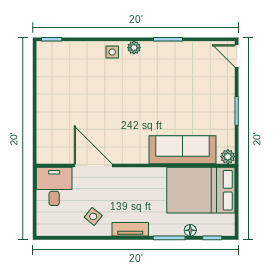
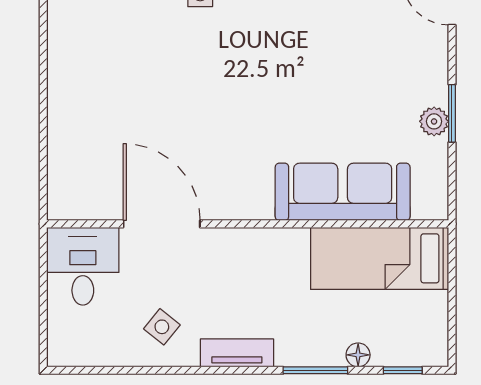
plant: (228, 157) -> (434, 121), moved
bed: (201, 190) -> (380, 258), width x0.67

